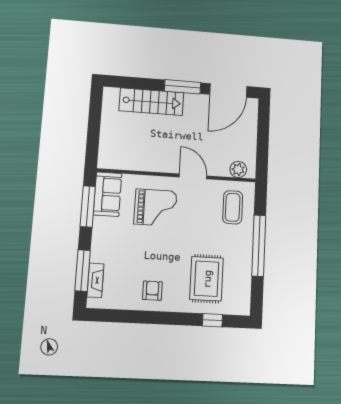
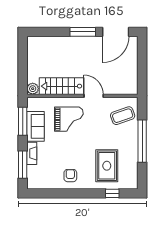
stairs: (151, 102) -> (62, 86), moved, turned 180
plant: (238, 169) -> (33, 89), moved
sofa: (108, 194) -> (36, 126), moved
coffee table: (233, 207) -> (123, 116), turned 71
fireplace: (95, 280) -> (32, 153), moved

